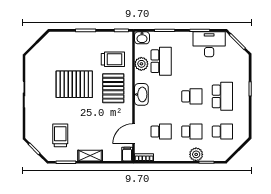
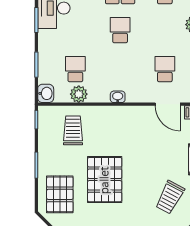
school desk: (161, 61) -> (75, 69), width x0.54
pallet: (113, 88) -> (60, 194), moved, turned 90
washbasin: (141, 94) -> (118, 97), width x0.52, depth x0.69
school desk: (192, 132) -> (165, 30), removed
trolley: (60, 135) -> (170, 197), turned -62

